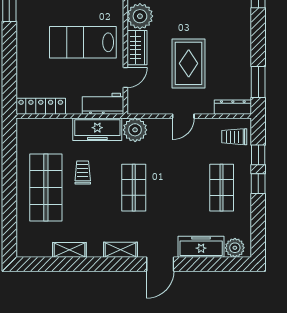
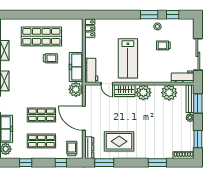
lab bench: (83, 42) -> (128, 58), turned 180
rug: (189, 63) -> (119, 141), moved
locker: (41, 106) -> (90, 28), width x0.66
door: (183, 116) -> (84, 118), width x1.88
window: (258, 184) -> (26, 163), moved
shop shelf: (134, 188) -> (41, 115), moved

